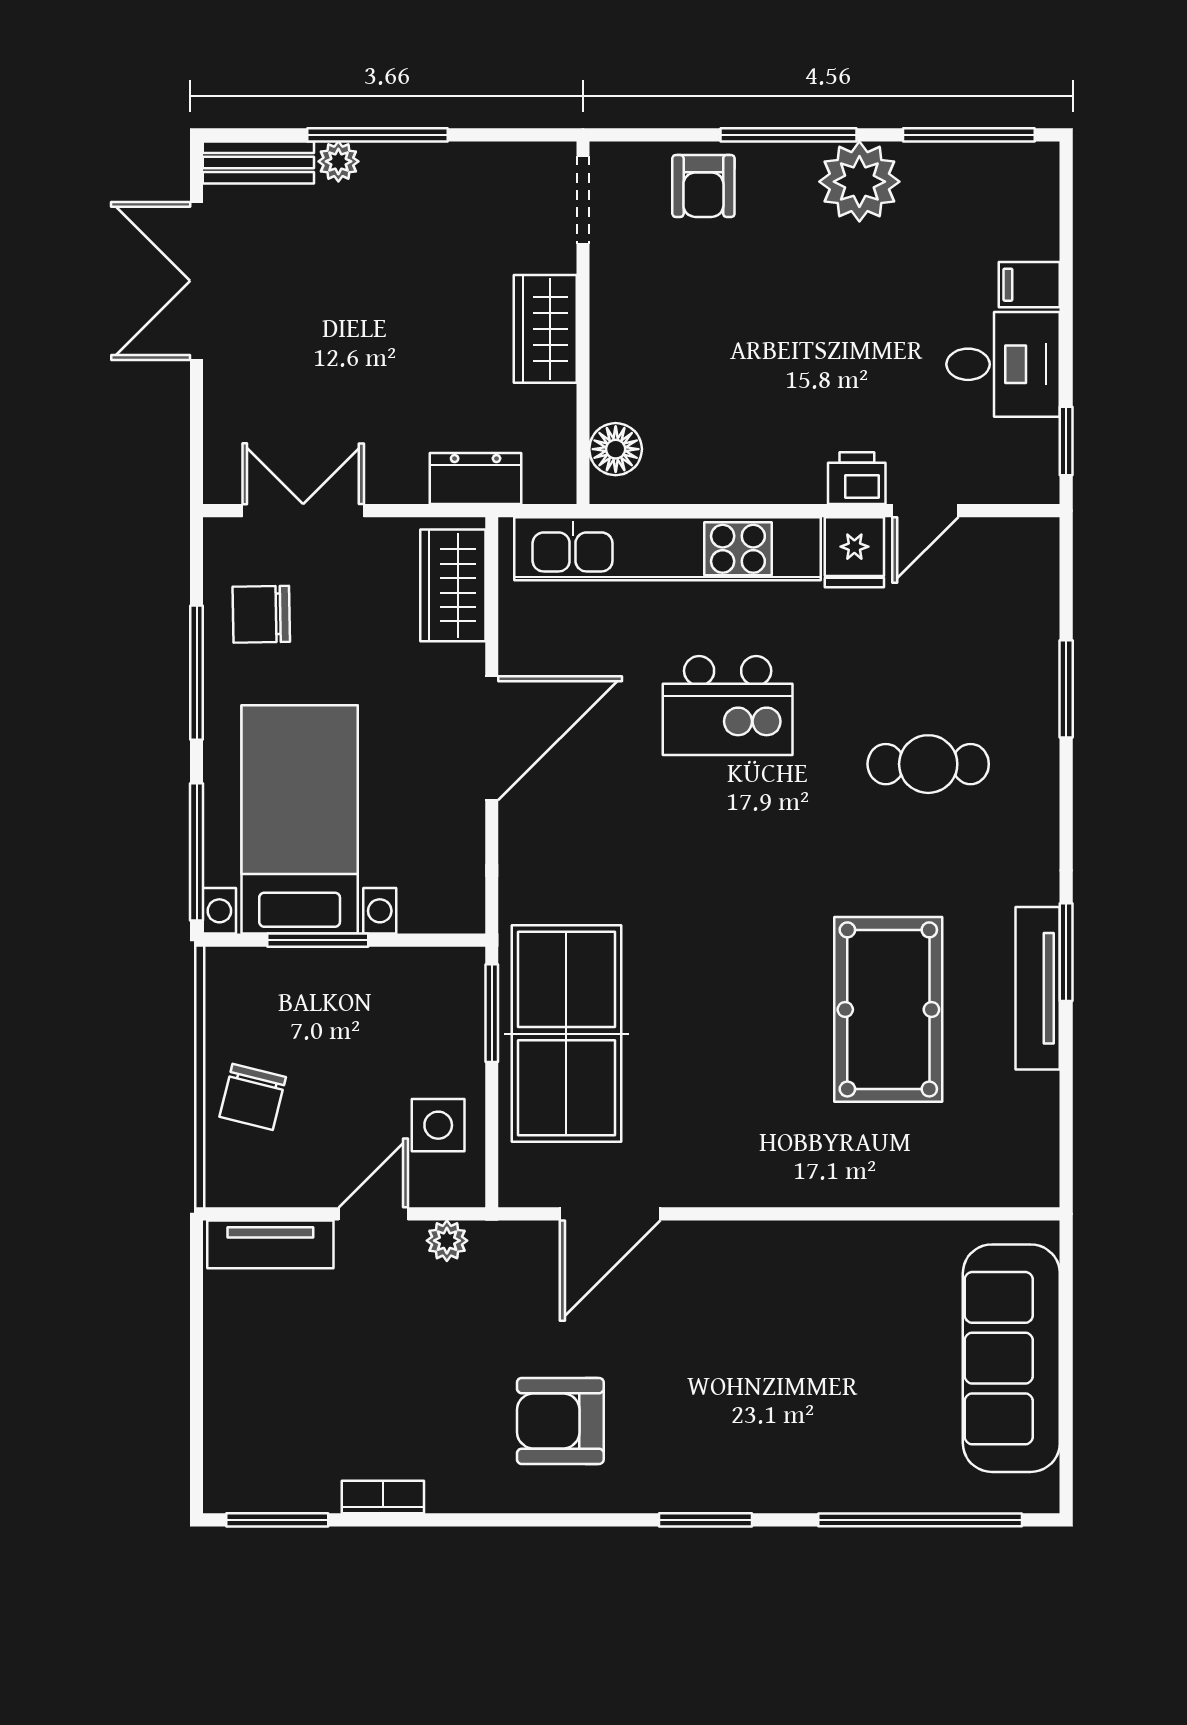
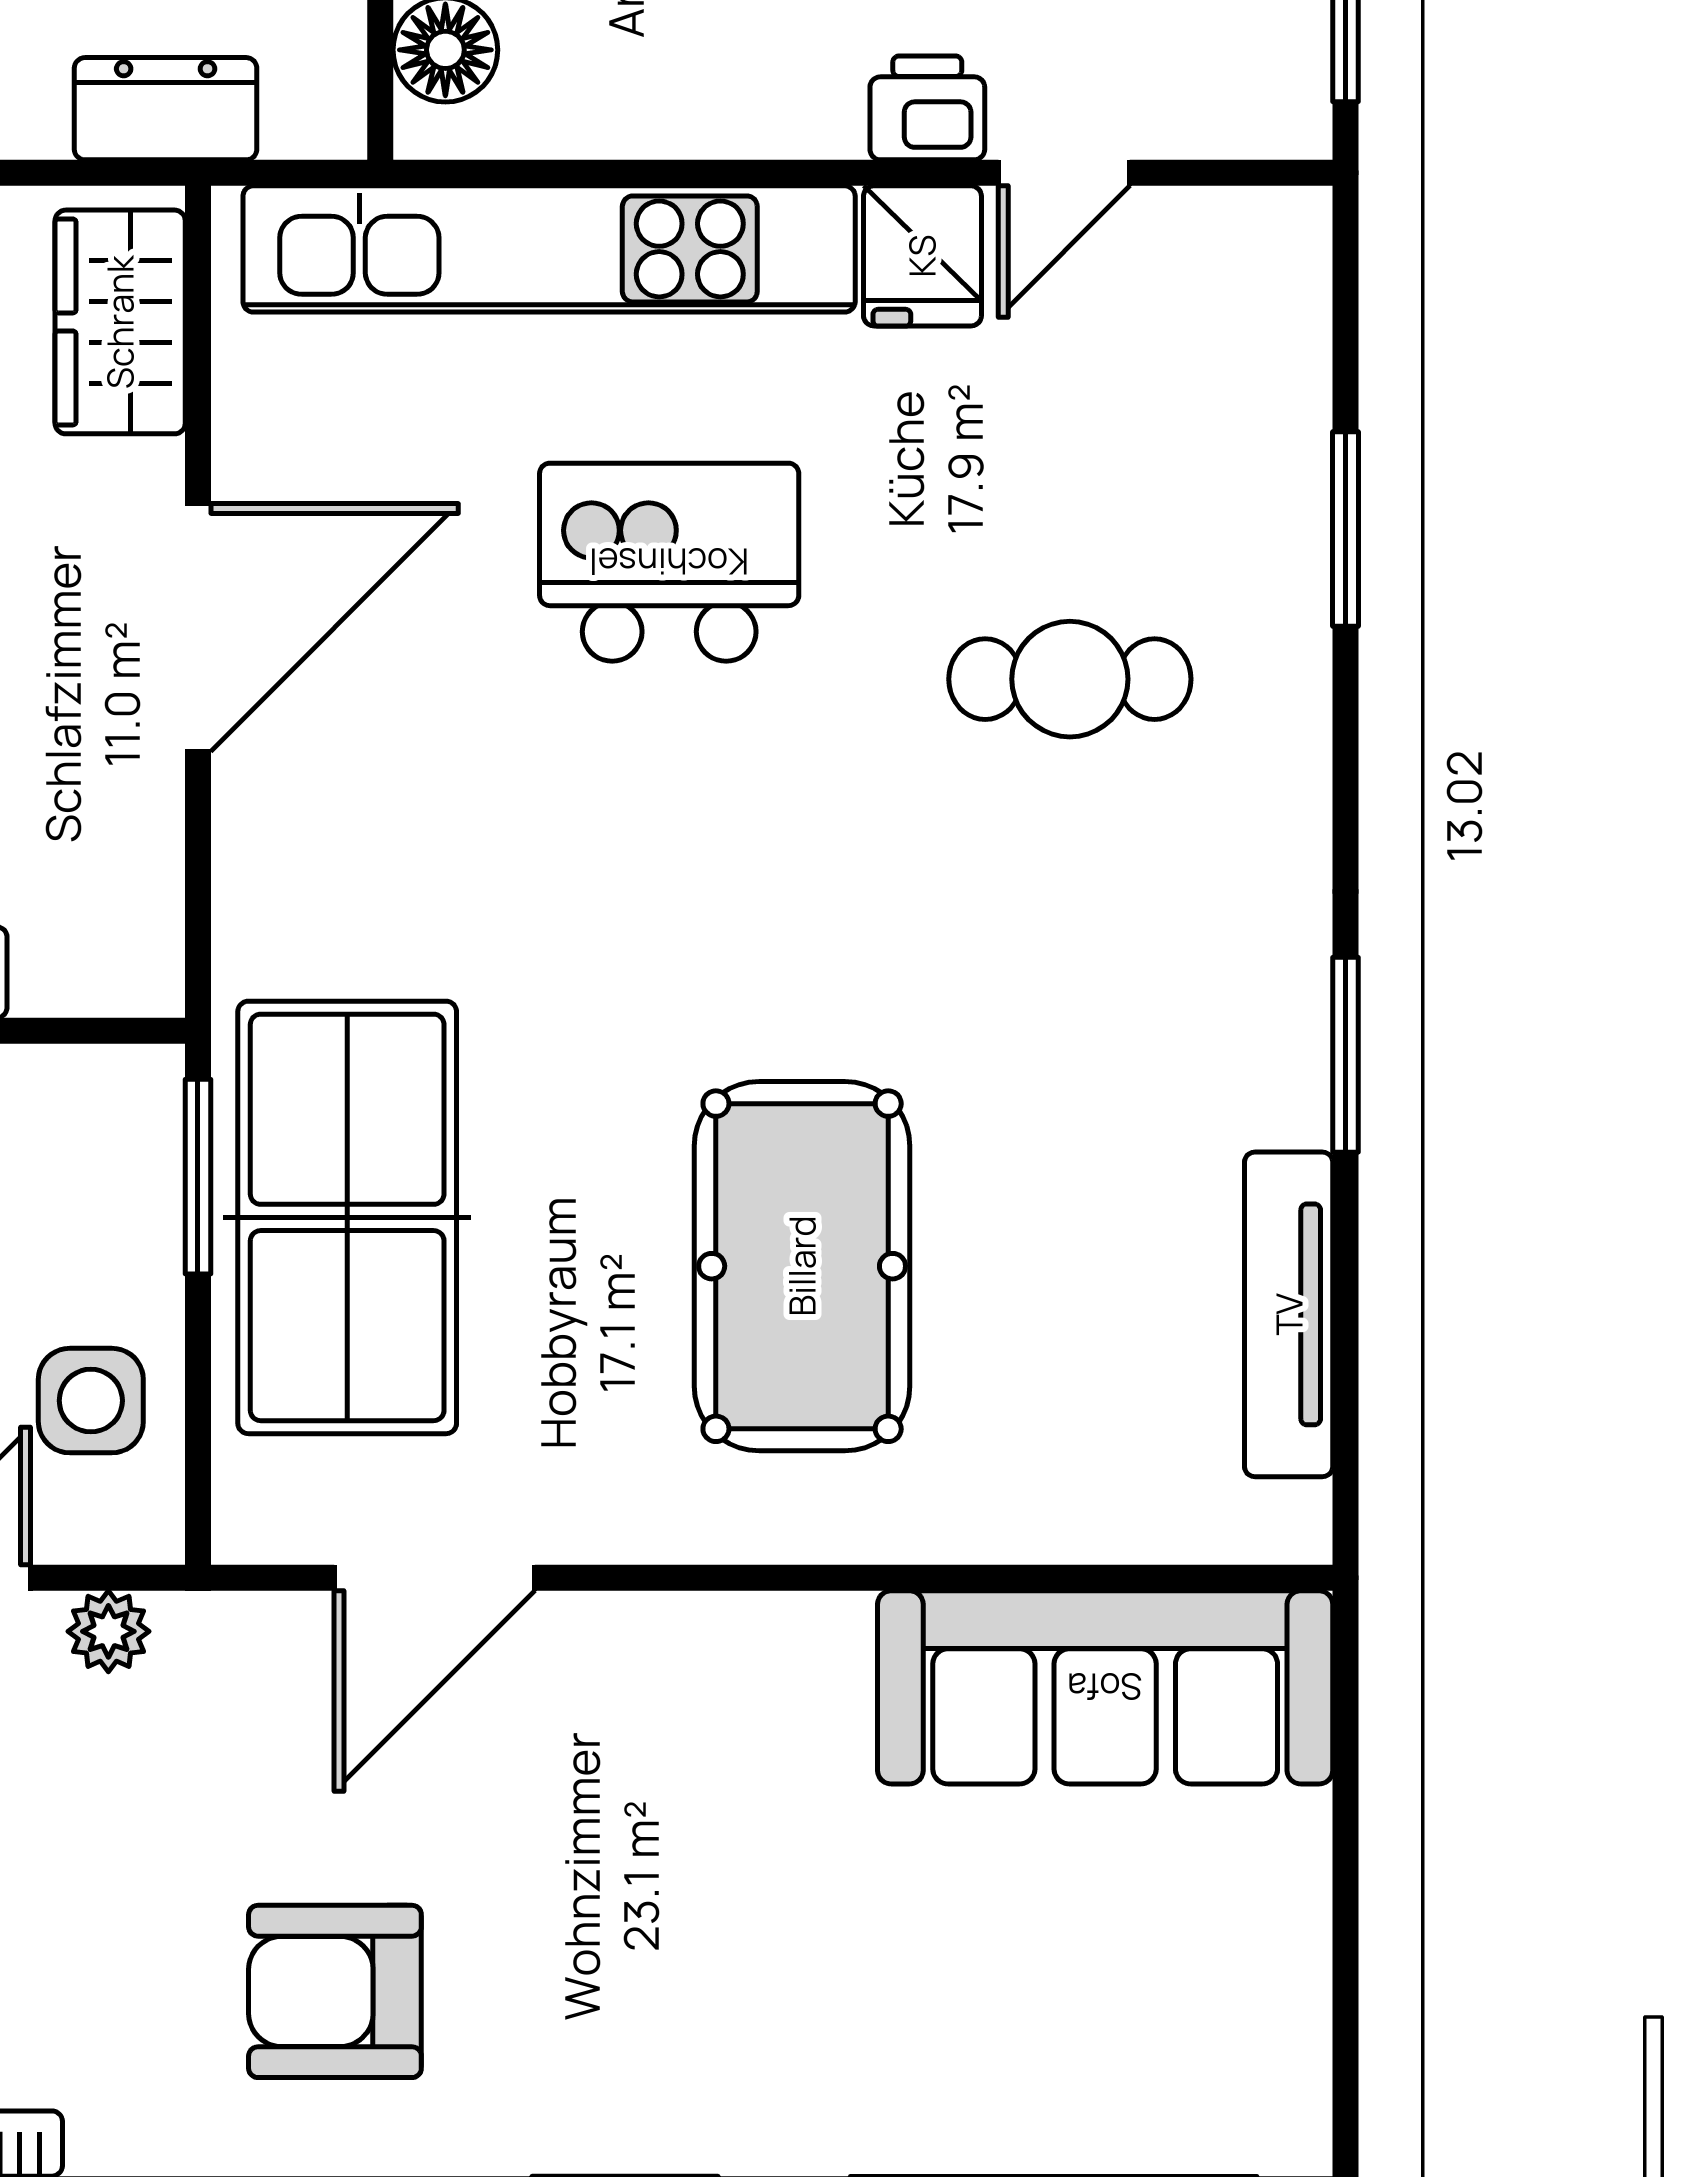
kitchen island: (728, 706) -> (669, 562), turned 180
tv unit: (1038, 988) -> (1289, 1314), moved
pool table: (888, 1009) -> (802, 1266), moved
sofa: (1011, 1358) -> (1105, 1687), moved, turned -90

